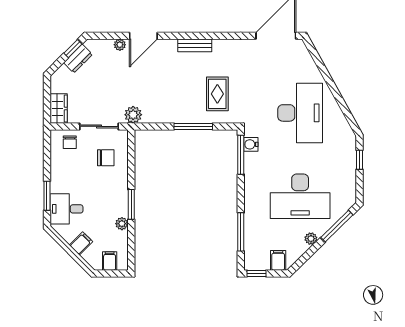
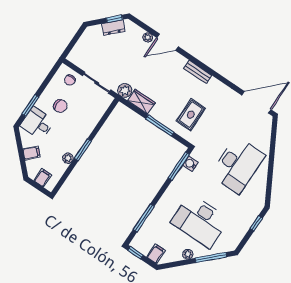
wardrobe: (59, 109) -> (141, 102), moved, turned -90
chair: (106, 158) -> (60, 106), moved

